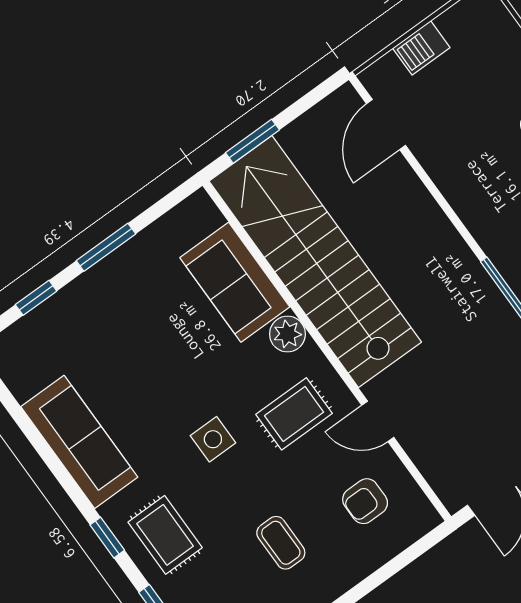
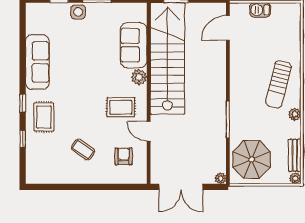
side table: (213, 439) -> (78, 12), moved
armchair: (365, 501) -> (124, 156), turned 90
coffee table: (281, 543) -> (83, 149), turned -54

